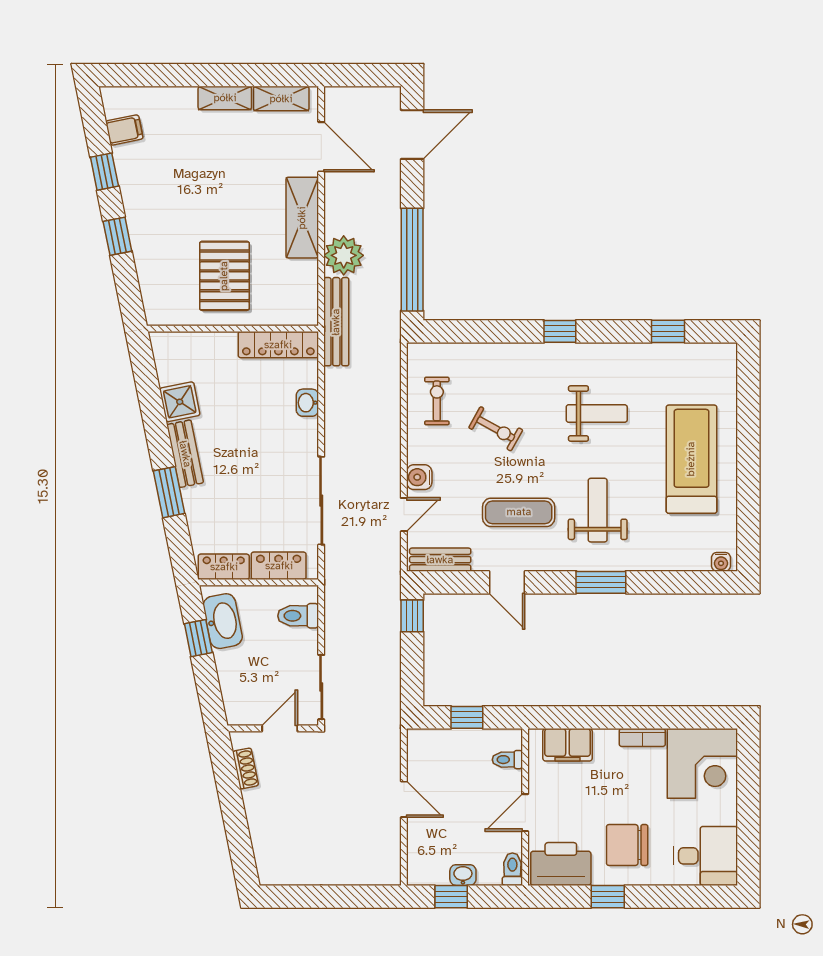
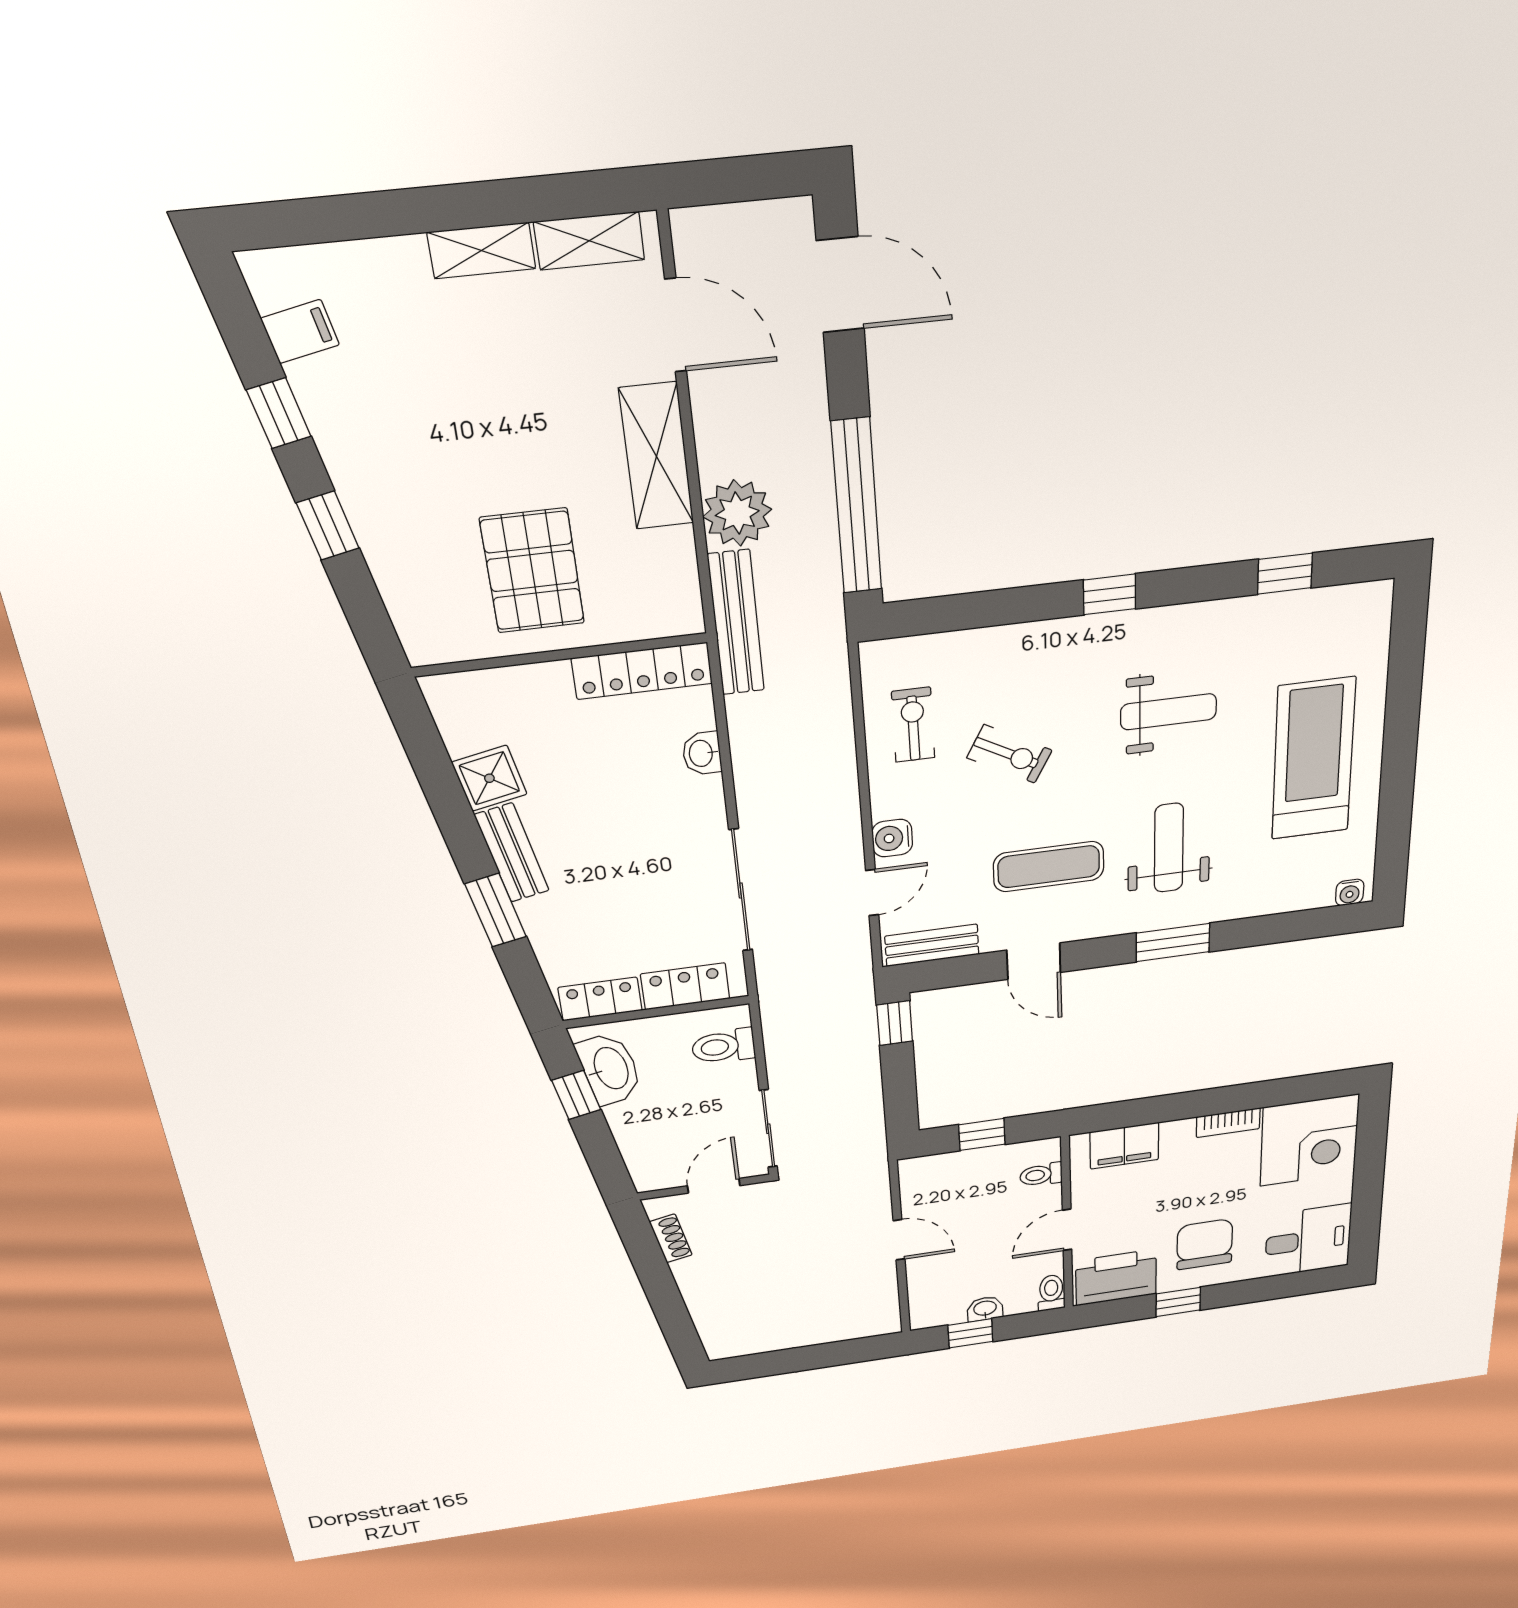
door: (412, 134) -> (840, 285), hinge flipped
chair: (627, 845) -> (1205, 1244), turned 90

